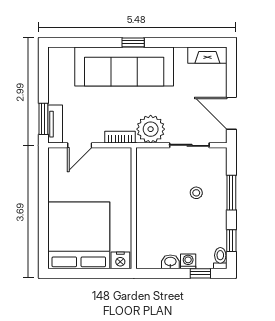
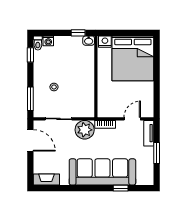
window: (133, 42) -> (121, 188), moved
window: (43, 119) -> (157, 153), moved
window: (231, 193) -> (30, 99), moved
washing machine: (188, 261) -> (48, 41), moved
washbasin: (170, 262) -> (89, 41), moved
window: (200, 273) -> (78, 33), moved

